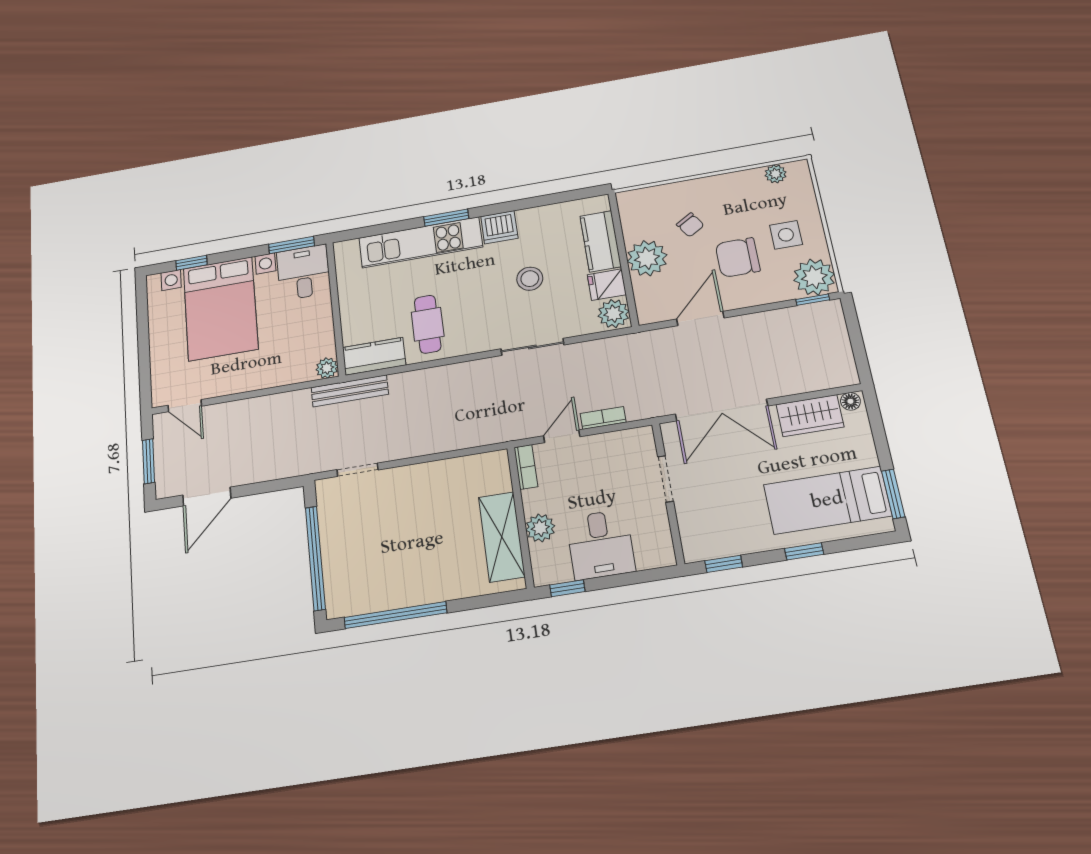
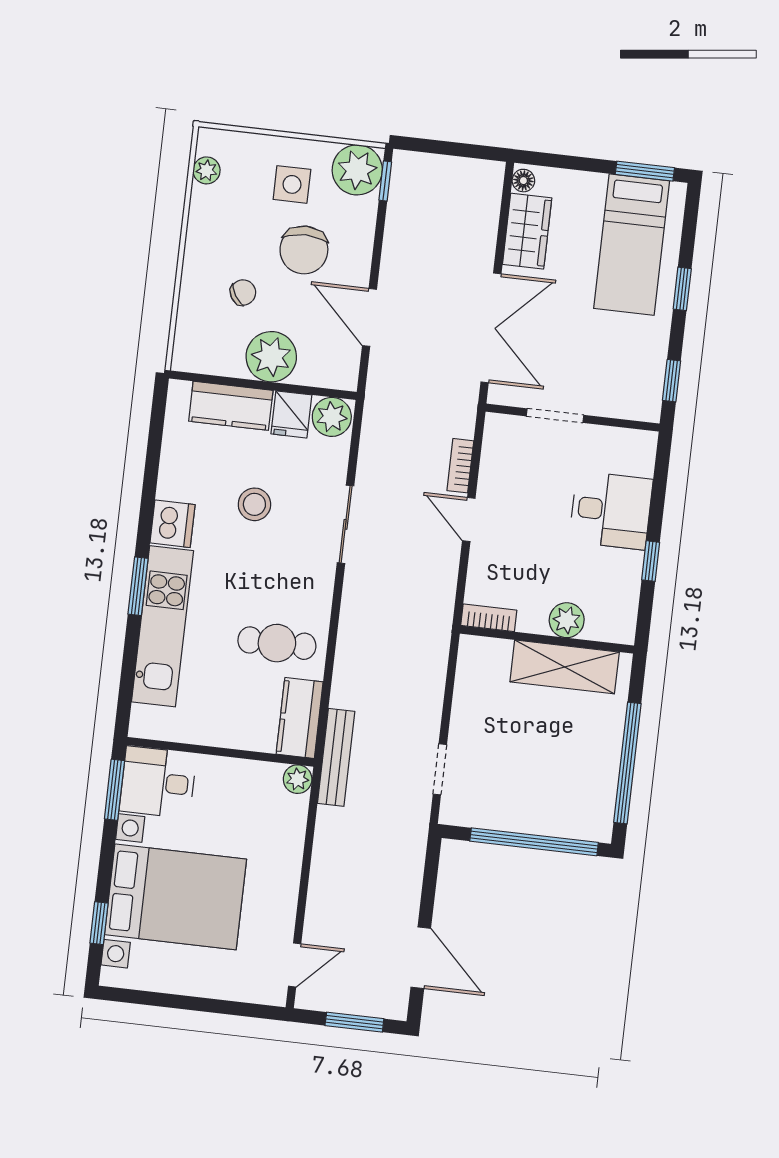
bookcase: (526, 467) -> (489, 618), moved
wall: (520, 517) -> (547, 640), moved
plant: (540, 528) -> (567, 620), moved
shelving: (502, 537) -> (565, 667), moved

